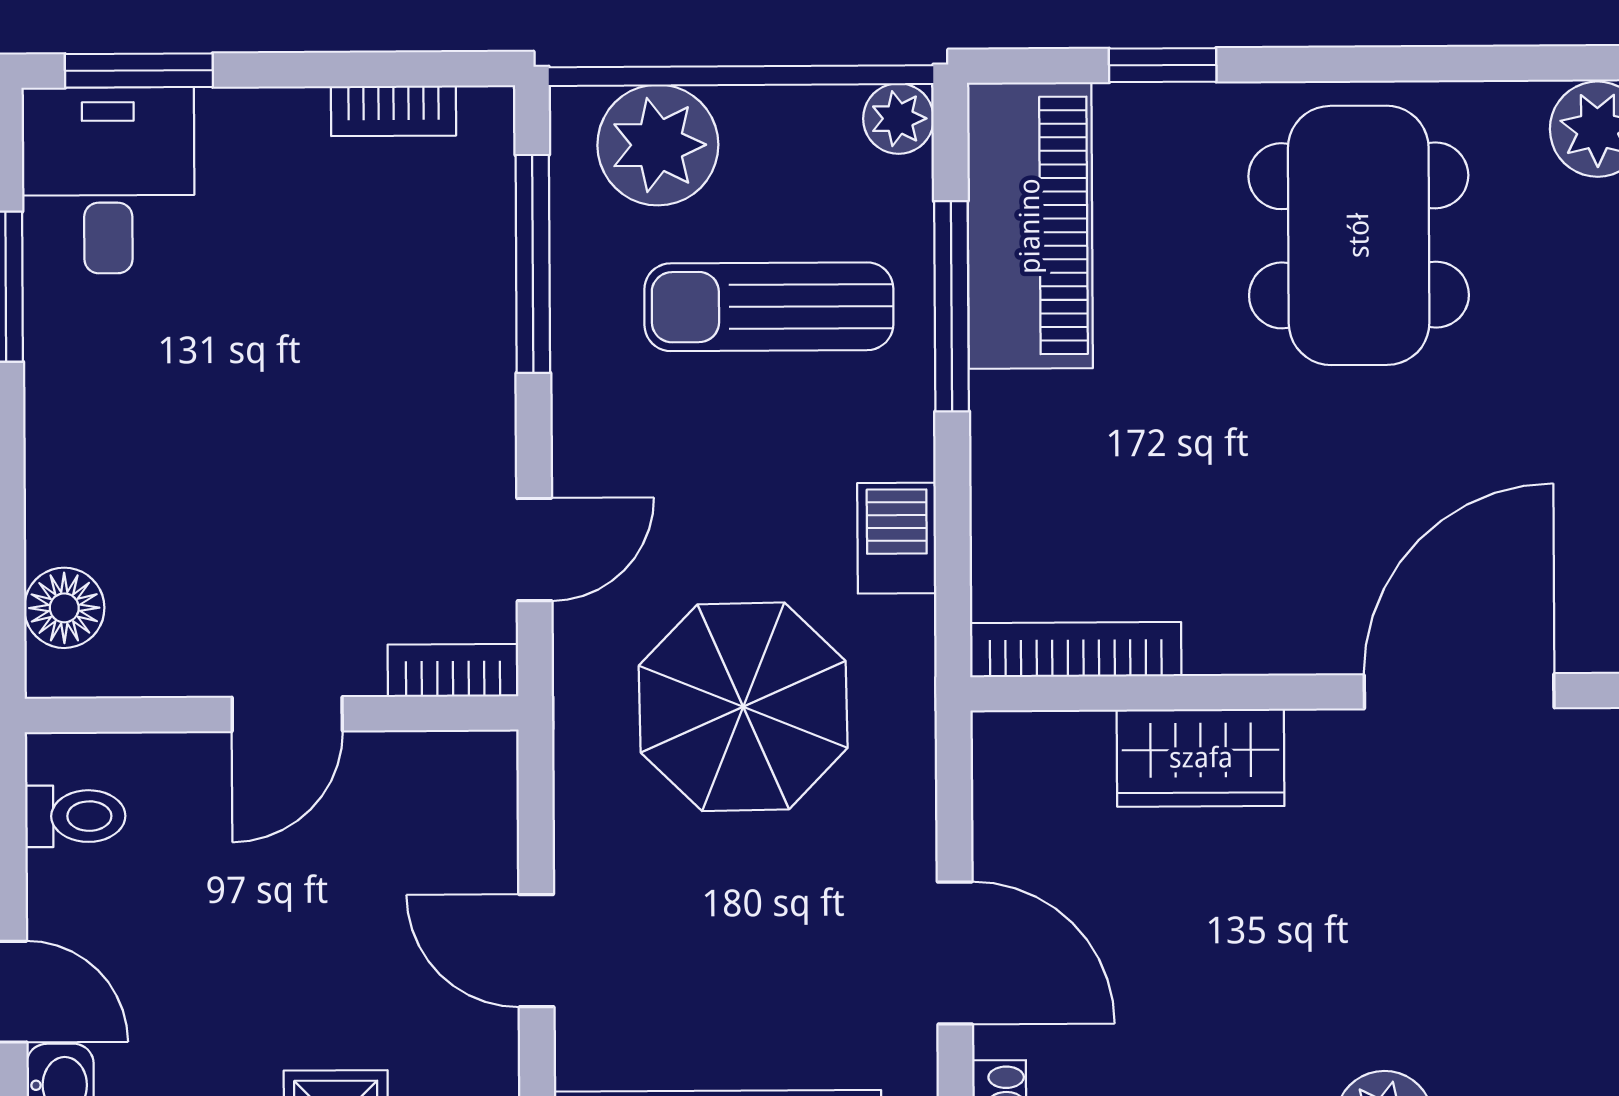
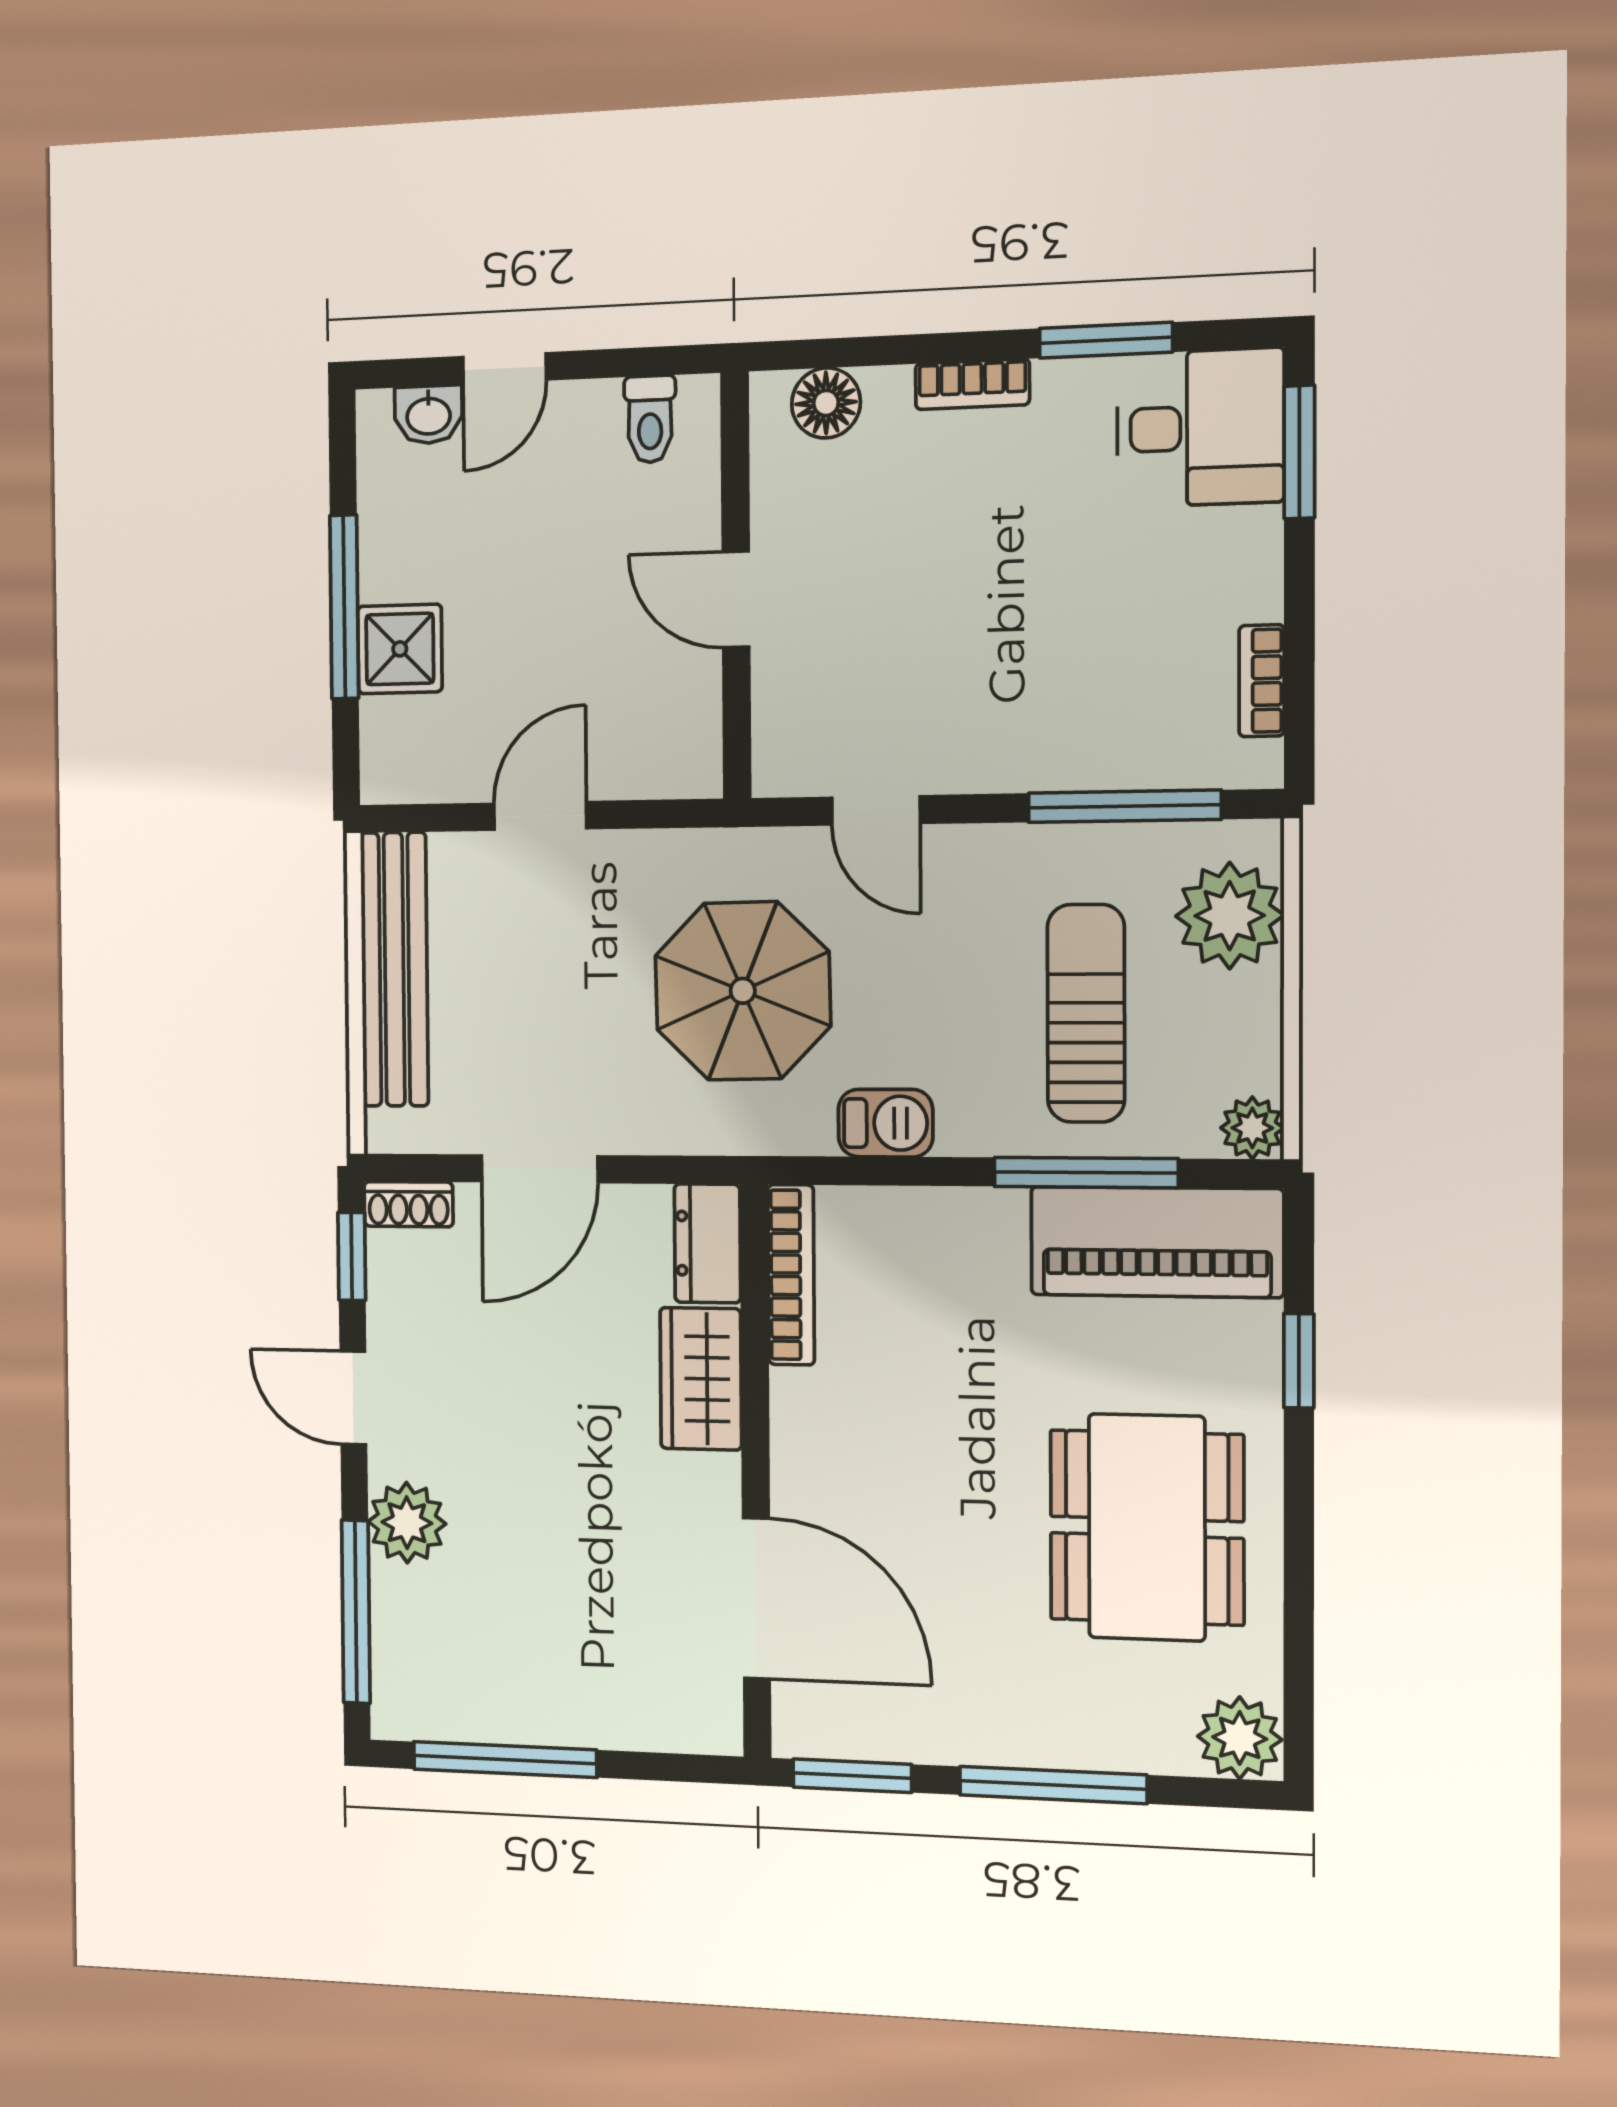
dining table: (1359, 235) -> (1147, 1527), turned 90
bookcase: (453, 670) -> (972, 384), moved, turned 90
dresser: (1040, 749) -> (707, 1243), added

